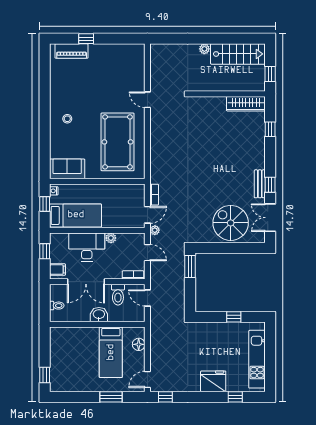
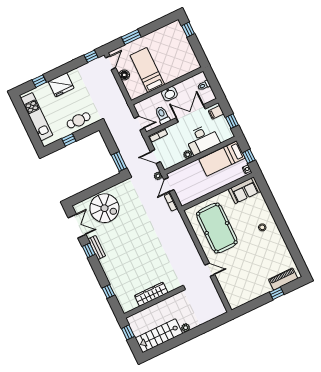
wardrobe: (246, 104) -> (151, 294), moved
cafe table: (213, 333) -> (79, 120), added
floor lamp: (139, 344) -> (124, 75), moved

